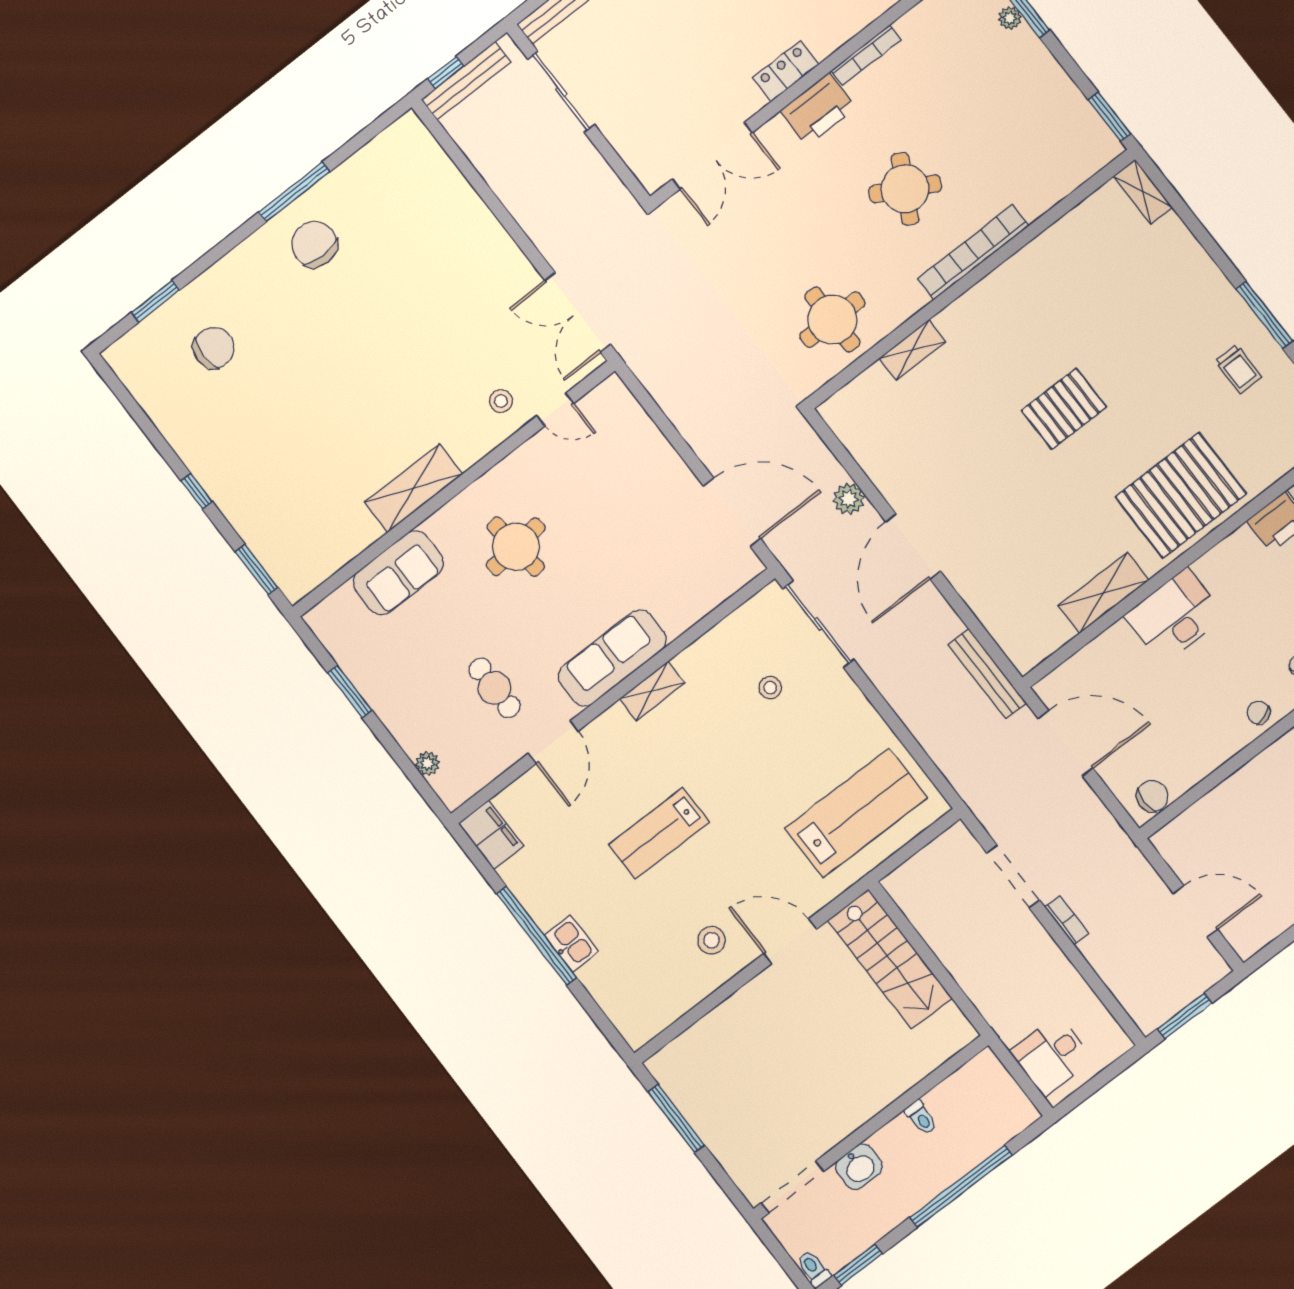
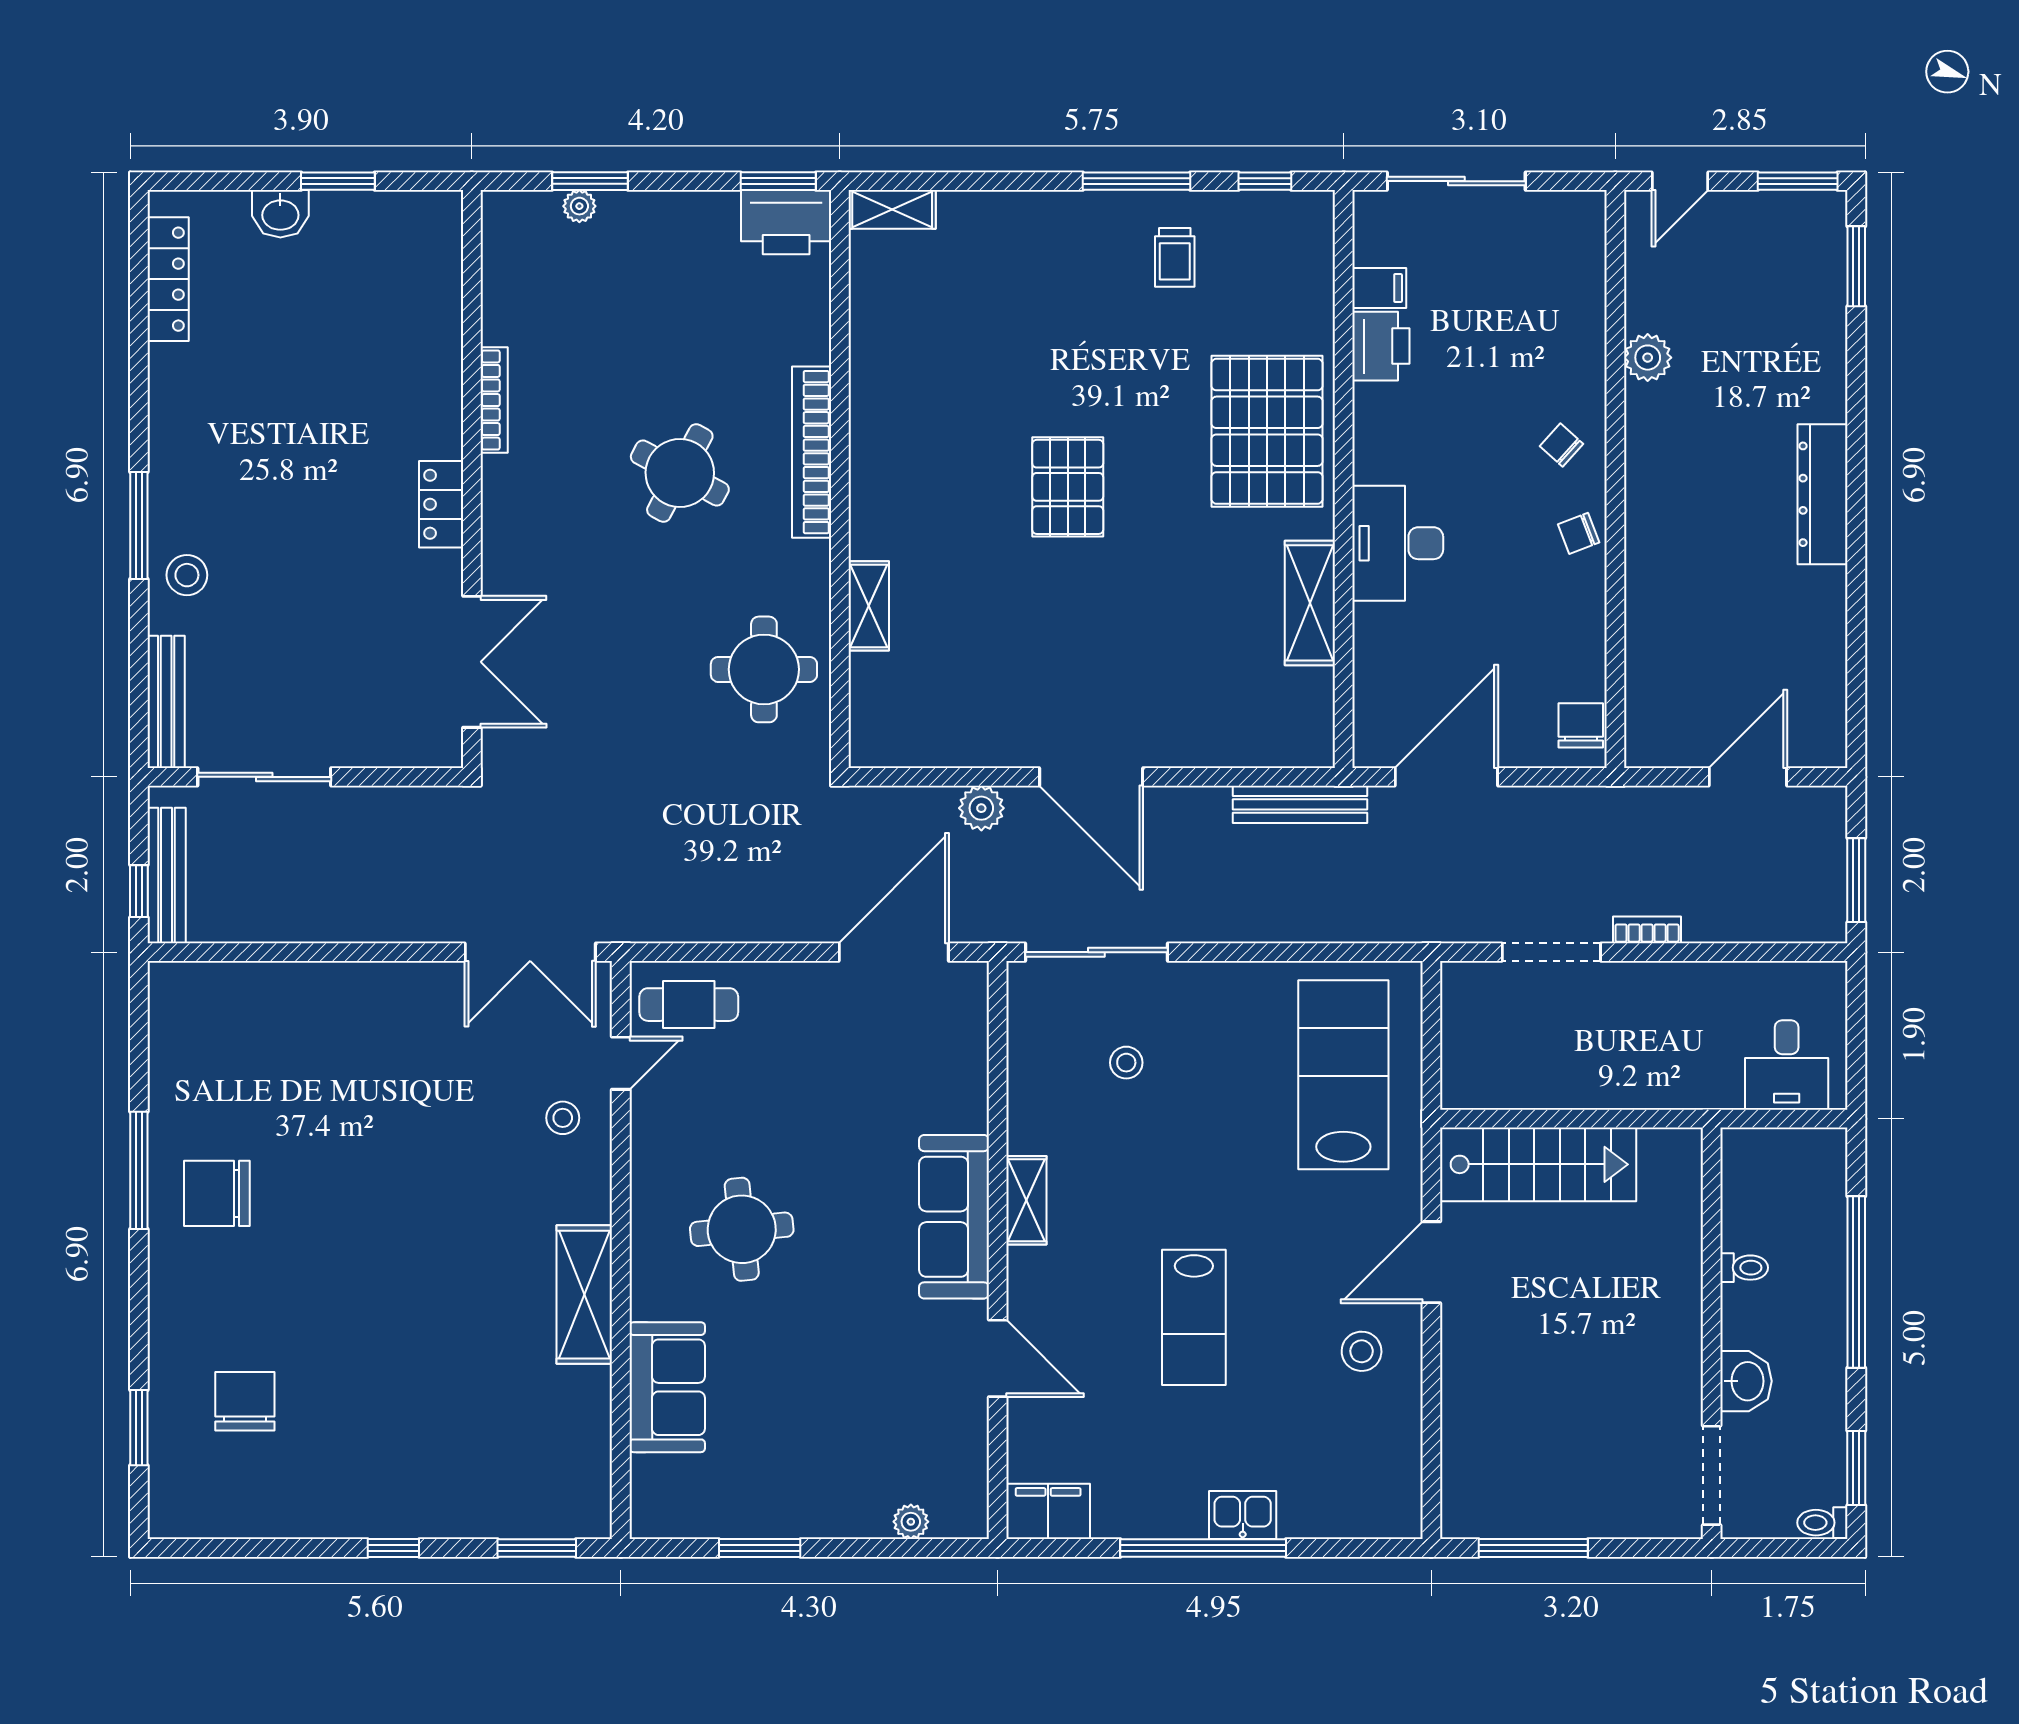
printer: (818, 109) -> (786, 222), moved, turned 90
trolley: (1238, 369) -> (1175, 257), turned 90
cafe table: (495, 688) -> (689, 1005), moved

